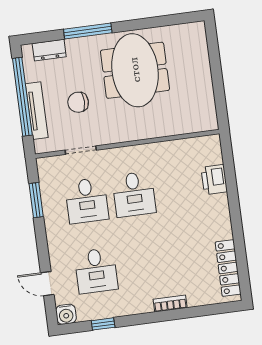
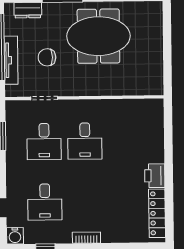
meeting table: (135, 70) -> (98, 36), turned 90
printer: (214, 180) -> (155, 176), moved
bookcase: (170, 304) -> (86, 238), moved

